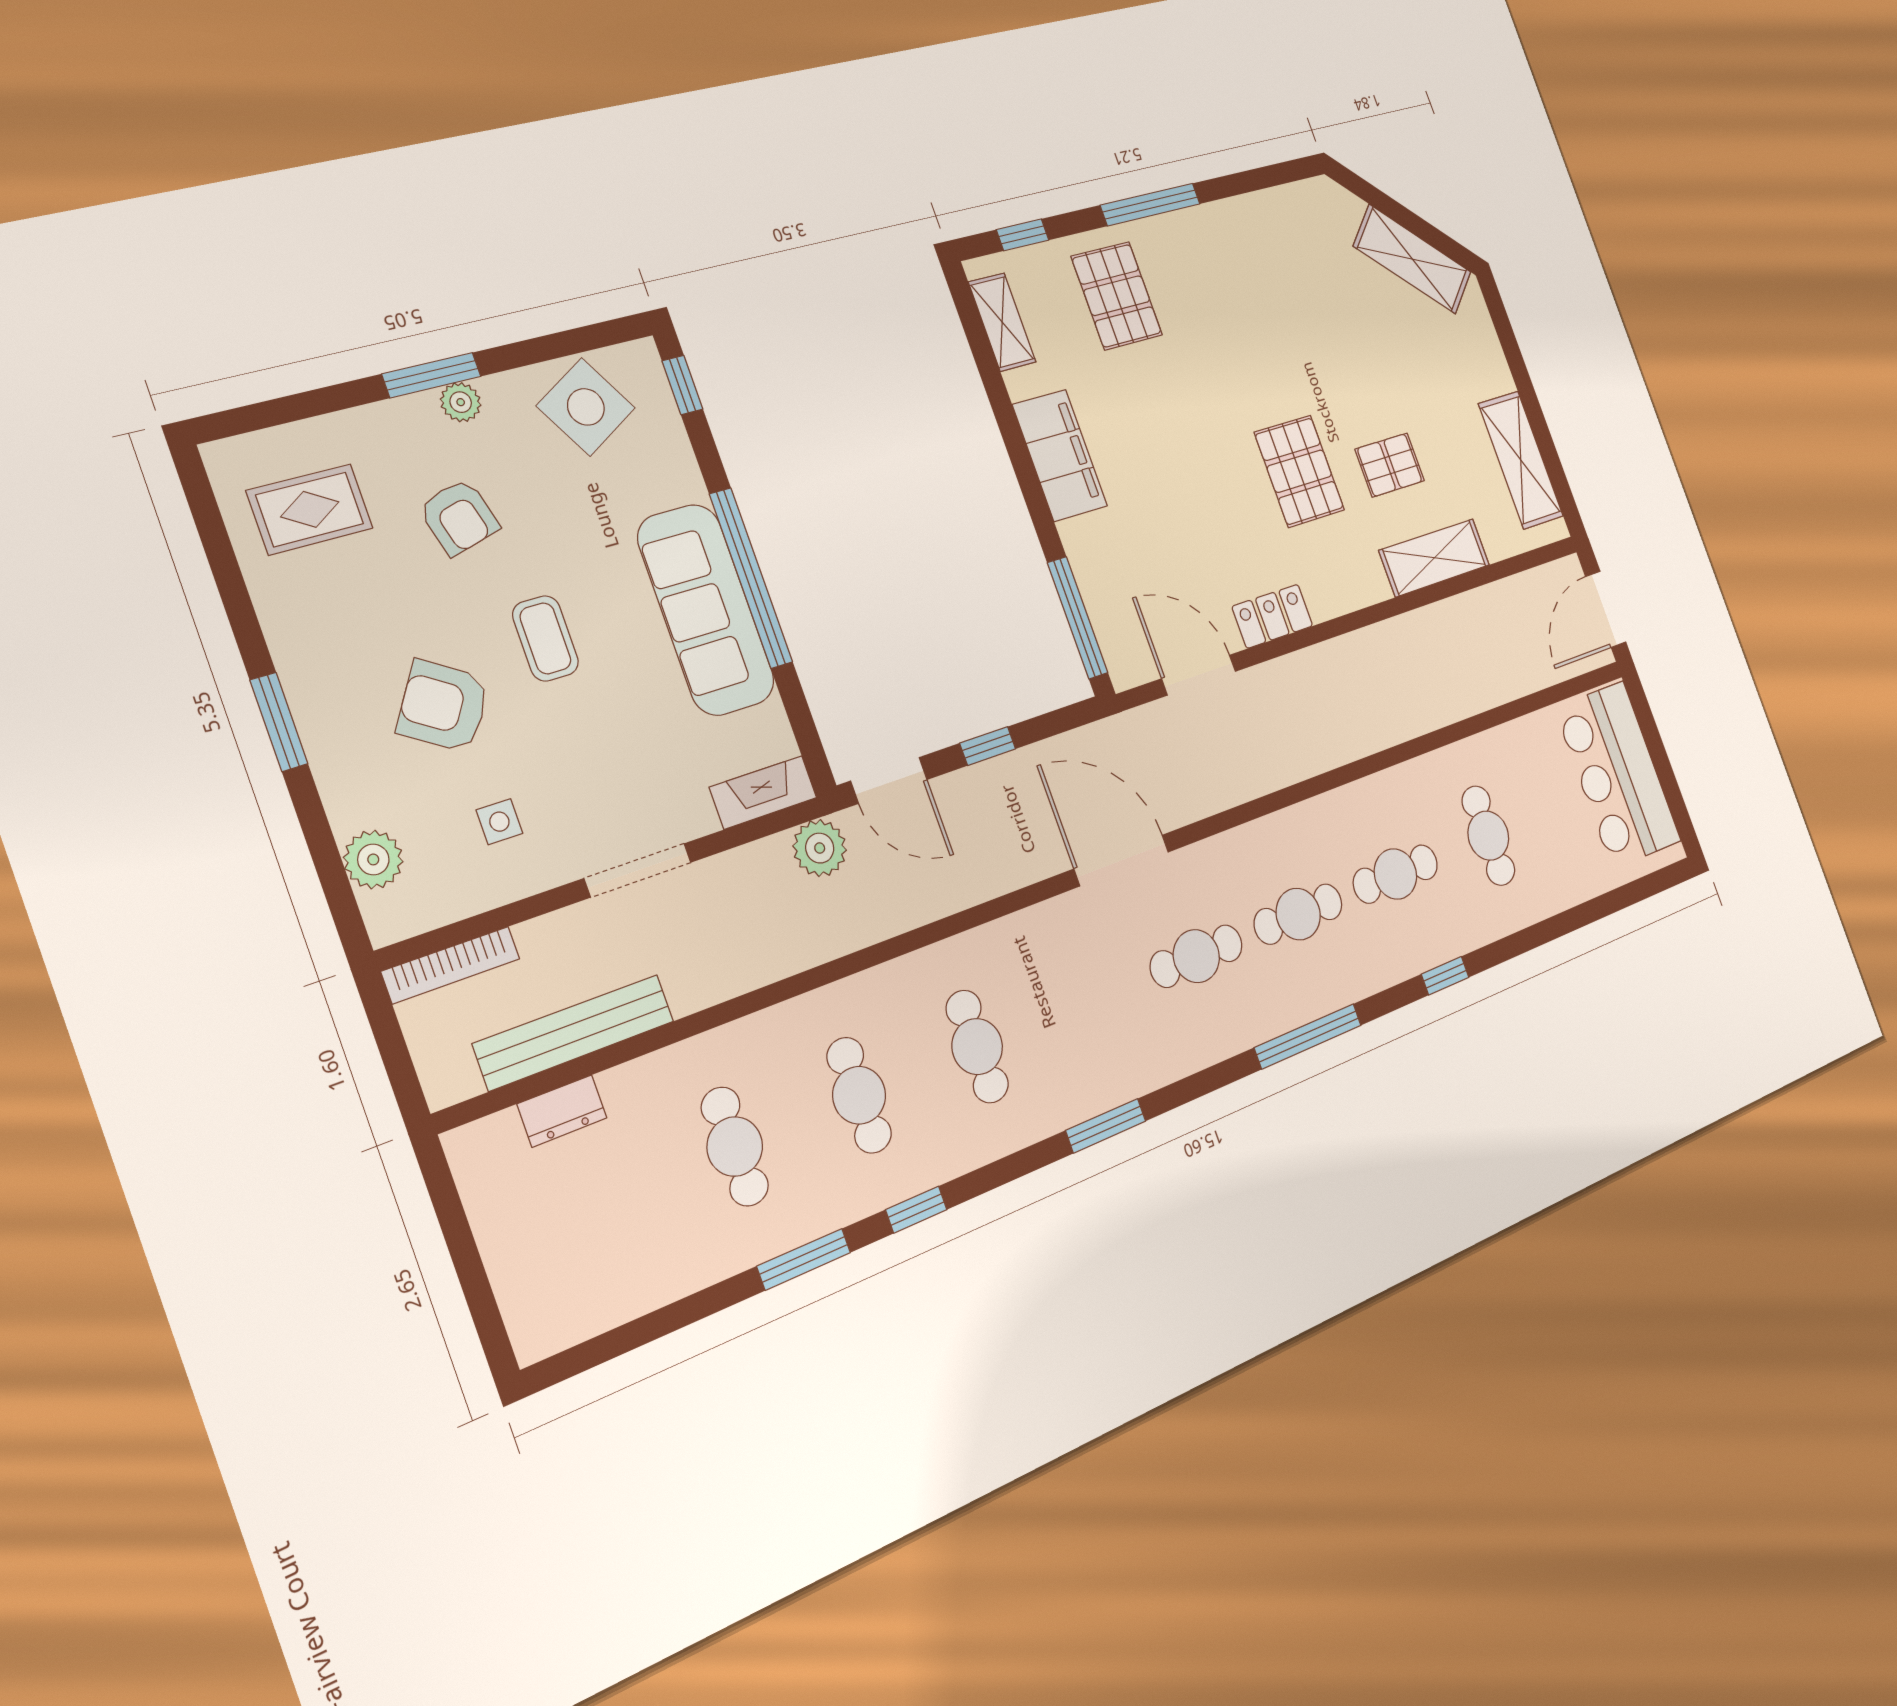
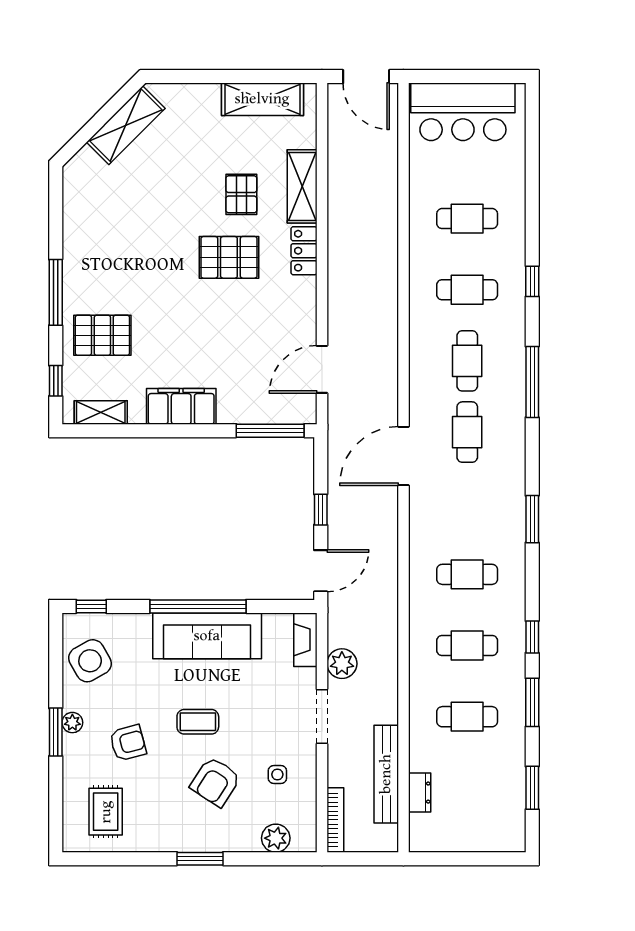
locker: (1272, 616) -> (304, 251), moved
plant: (820, 848) -> (342, 664), moved
cafe table: (1395, 874) -> (467, 290), turned 90
window: (648, 1328) -> (532, 788), added

